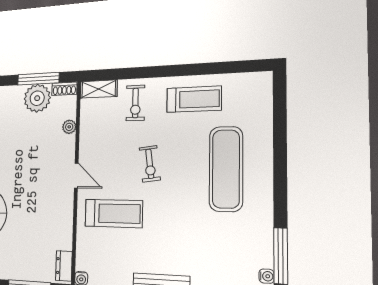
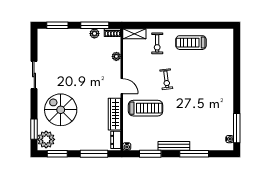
plant: (37, 98) -> (94, 34), width x0.53, depth x0.53
treadmill: (194, 99) -> (191, 43), turned 180
exercise mat: (226, 169) -> (209, 82), removed
wardrobe: (63, 222) -> (115, 114), added

